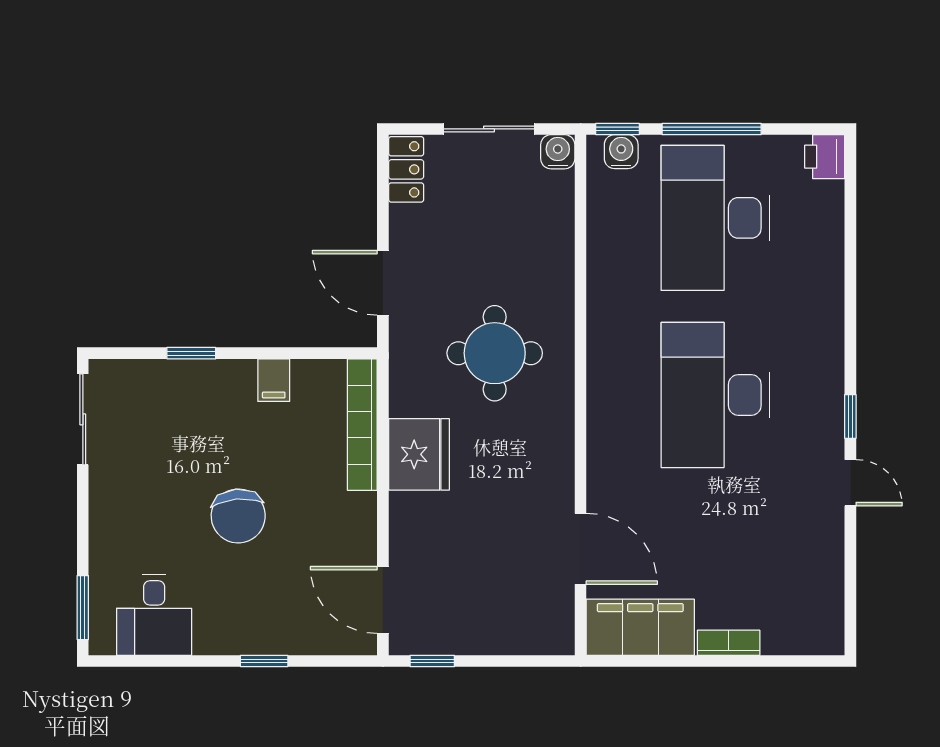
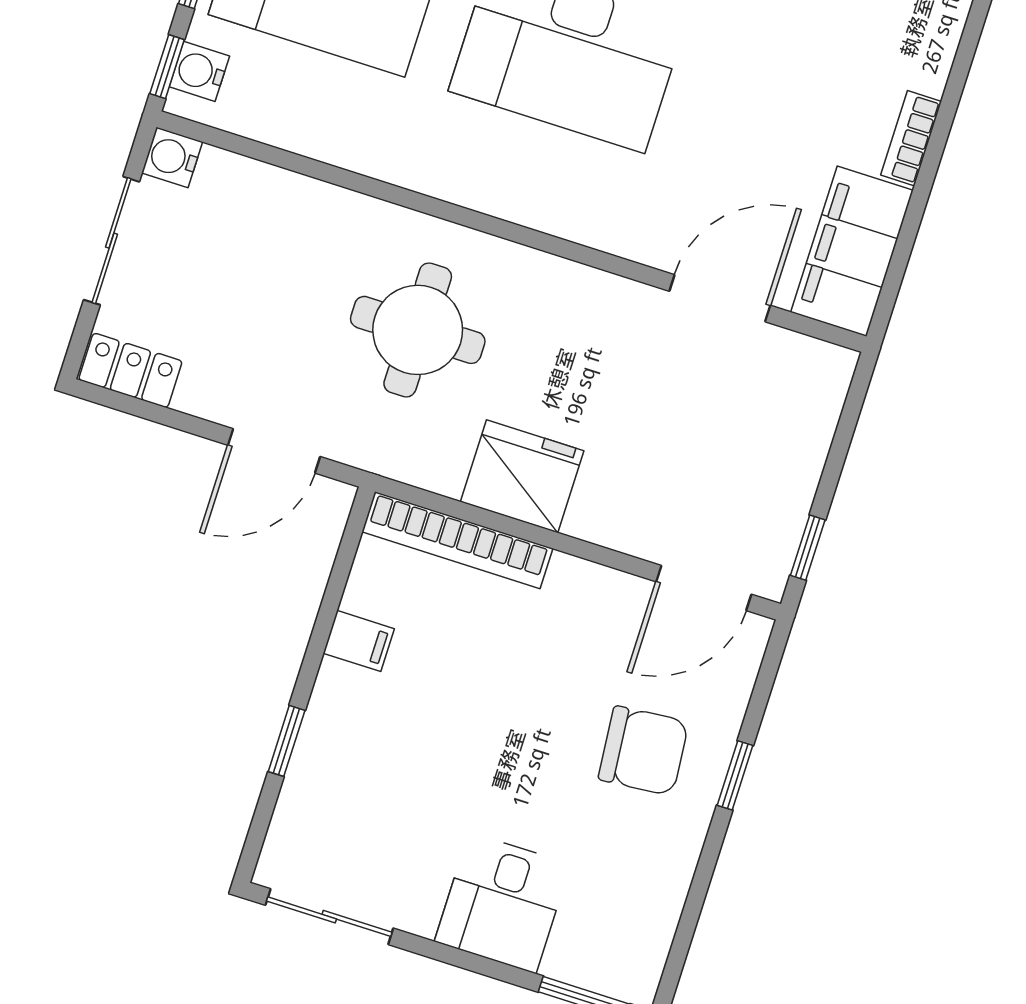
chair: (238, 516) -> (643, 751), moved
desk: (154, 615) -> (502, 903), moved, turned 90

